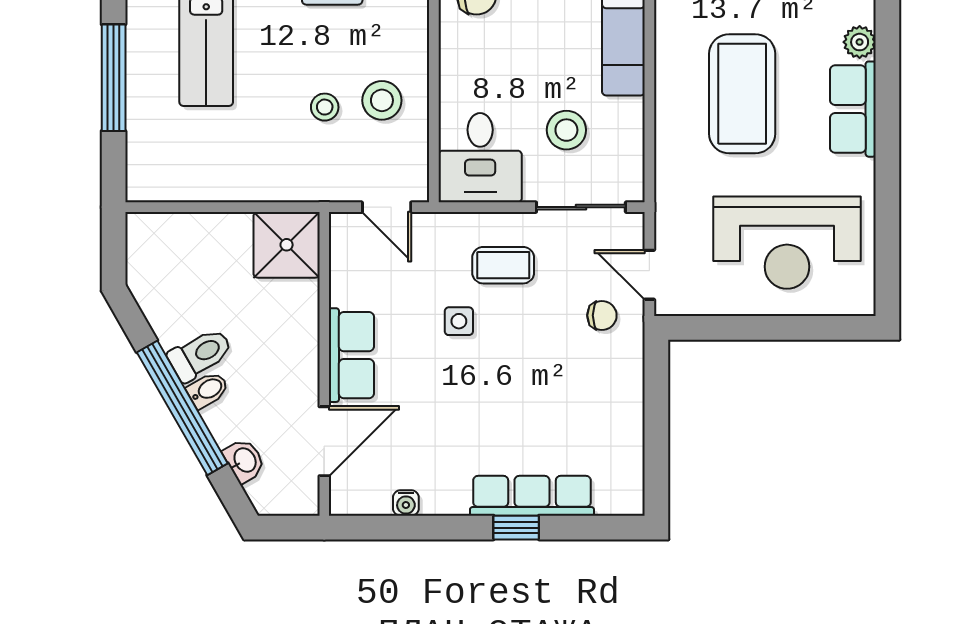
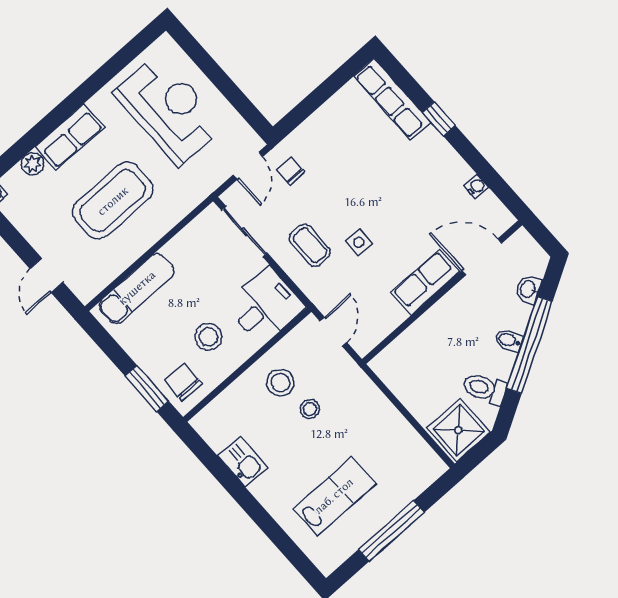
stool: (566, 130) -> (208, 337), moved
shower: (287, 245) -> (458, 430), moved
toilet: (200, 354) -> (484, 388), moved
row of seats: (532, 496) -> (392, 99), moved

